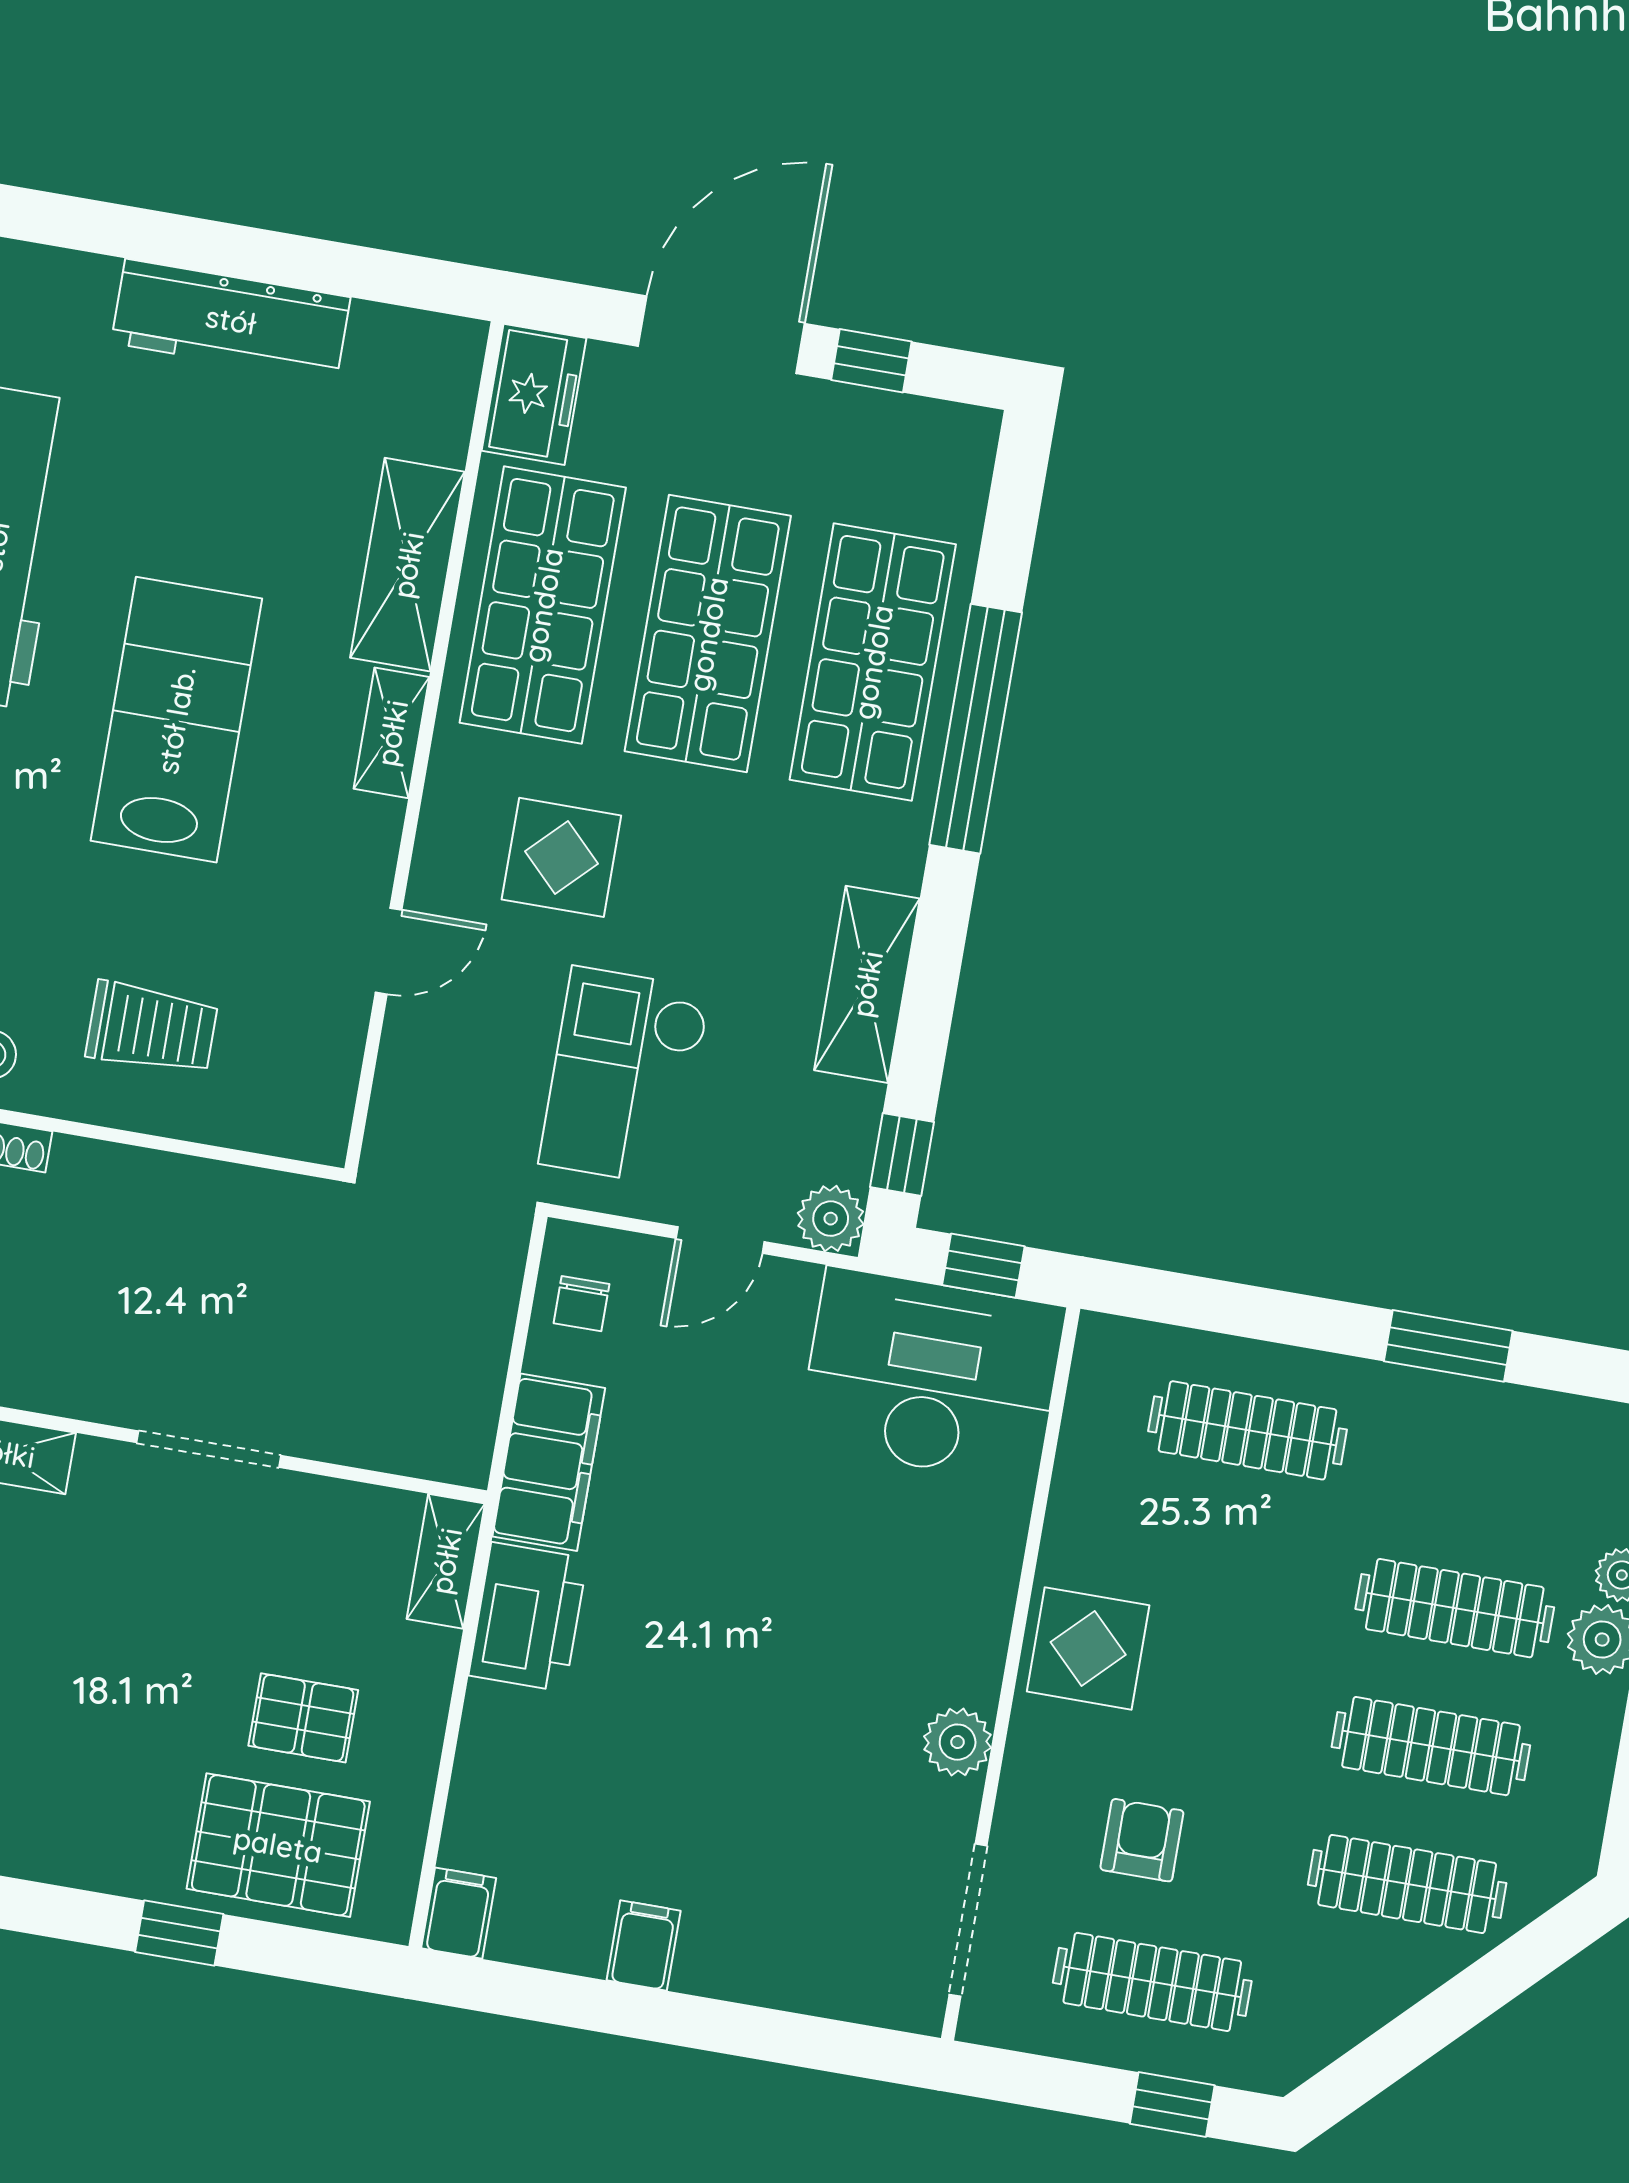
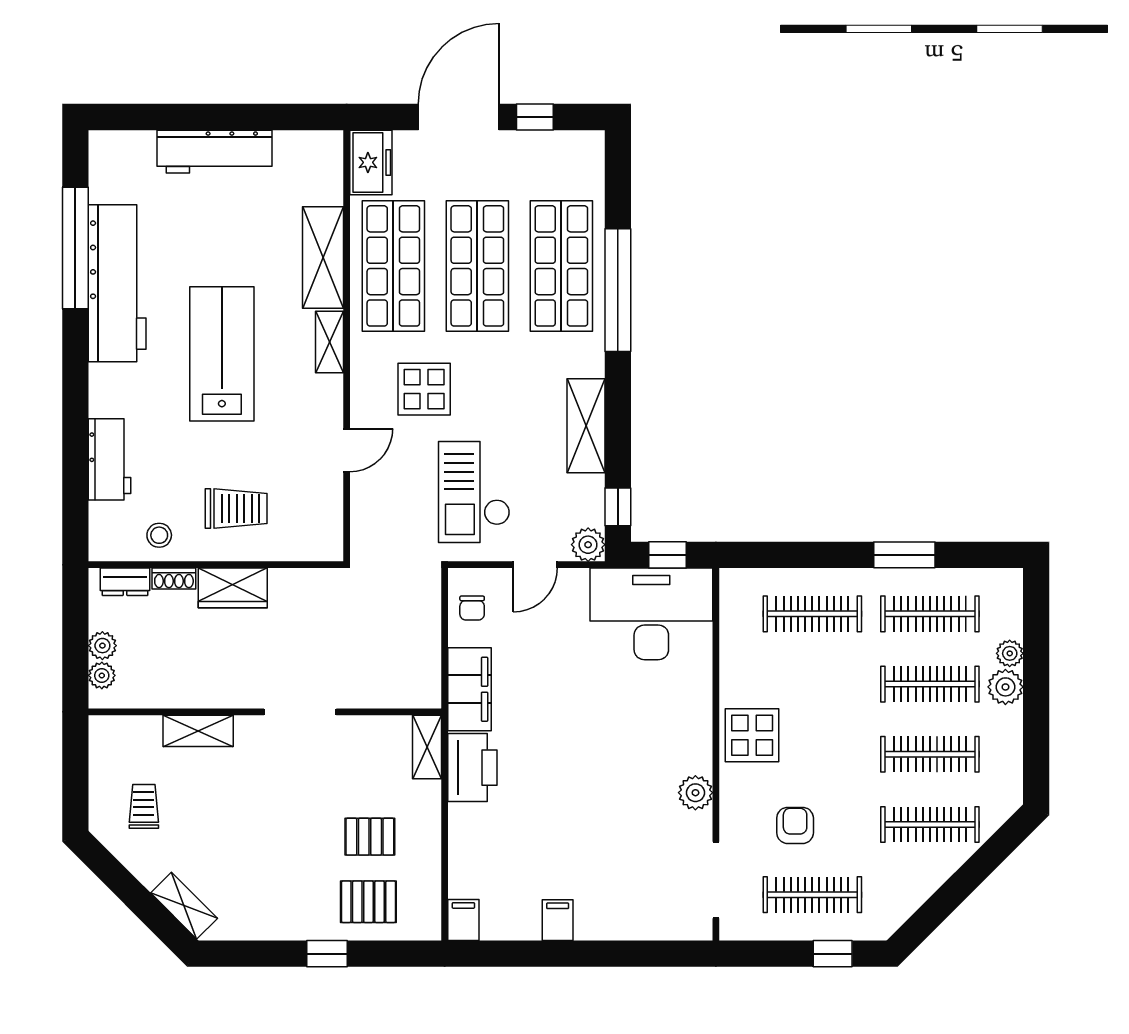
wardrobe: (118, 1183) -> (233, 588), added
clothes rail: (1479, 1470) -> (930, 614), added
pallet: (278, 1845) -> (368, 902), width x0.67, depth x0.71

